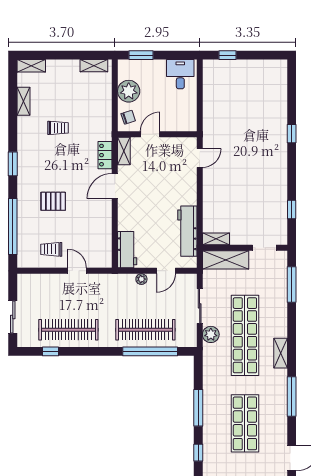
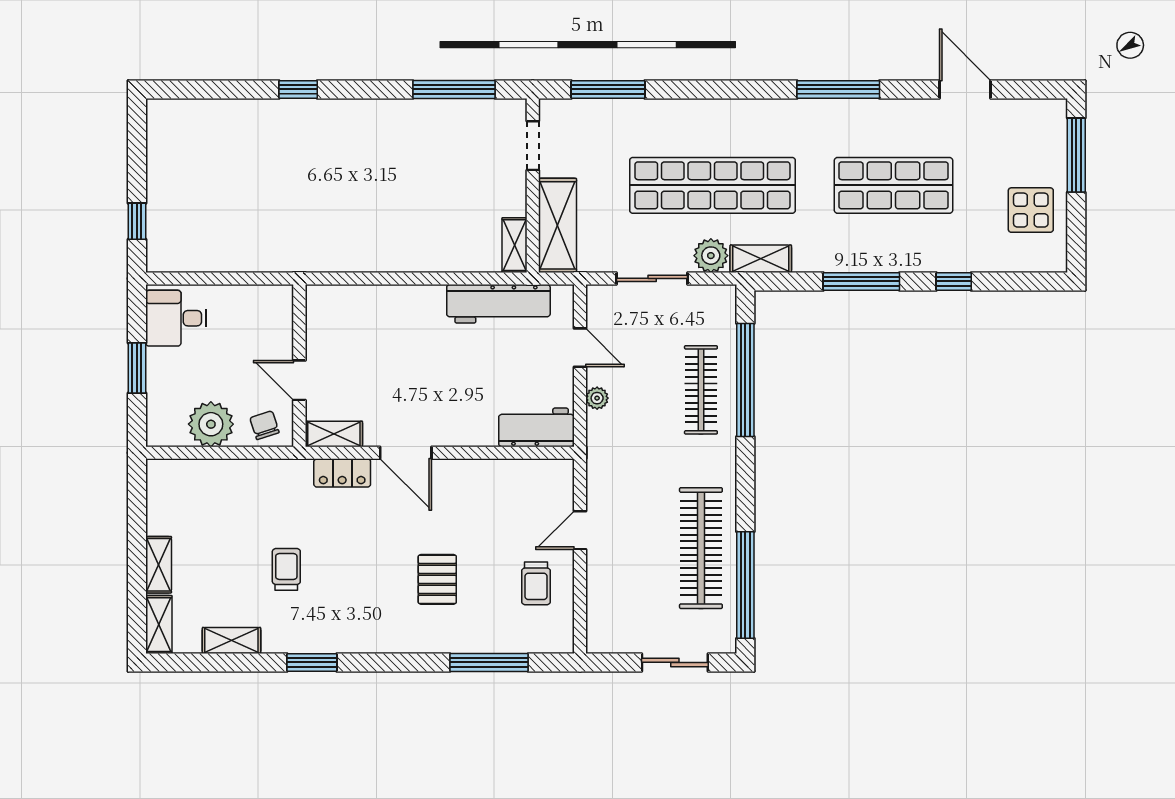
window: (141, 55) -> (137, 368), moved
shelving: (94, 66) -> (159, 565), moved
door: (200, 158) -> (348, 278), removed
window: (13, 164) -> (312, 662), moved
window: (292, 209) -> (454, 89), width x2.17
window: (13, 227) -> (489, 662), width x0.68
clothes rail: (145, 330) -> (701, 390), width x0.73, depth x0.76
window: (50, 351) -> (745, 585), width x3.17
shelving: (281, 353) -> (761, 259), moved

